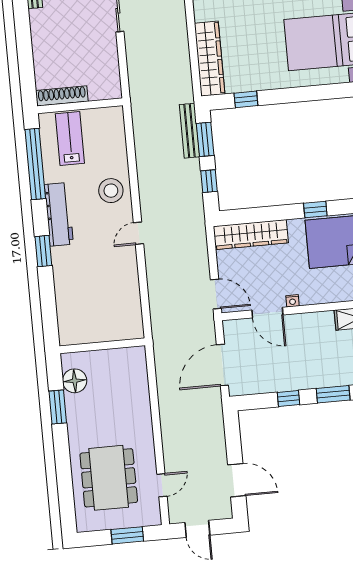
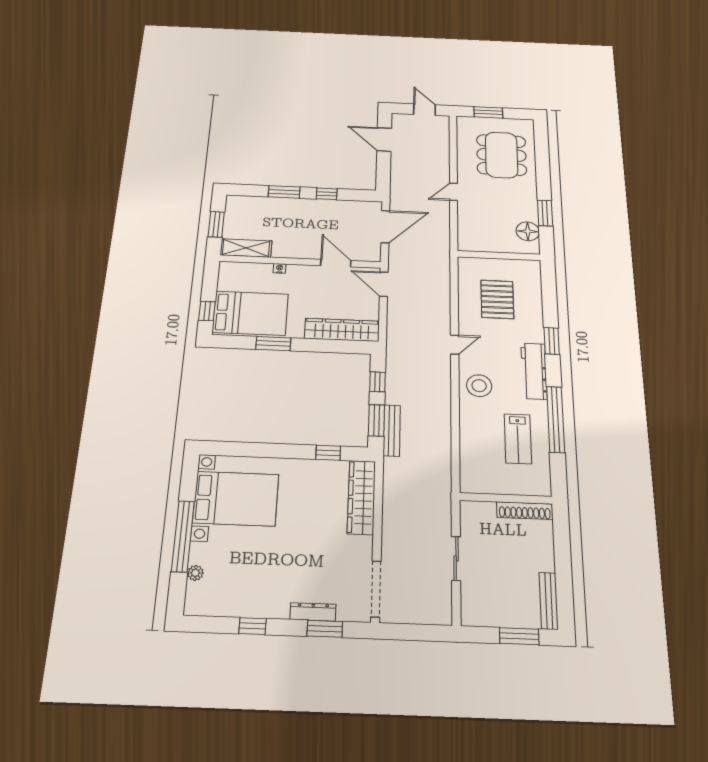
shoe rack: (62, 96) -> (525, 511), moved
wall: (80, 106) -> (506, 498), moved
window: (315, 209) -> (273, 344), width x1.50
pallet: (100, 292) -> (497, 299), added
nightstand: (292, 301) -> (279, 268), moved
door: (162, 485) -> (454, 192), moved

